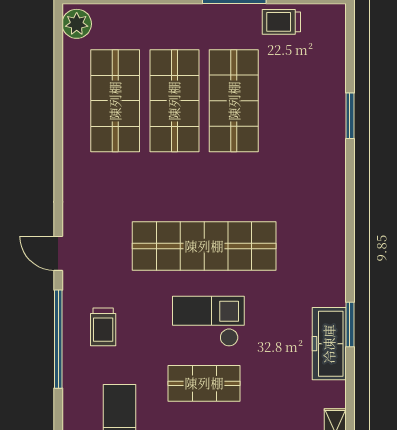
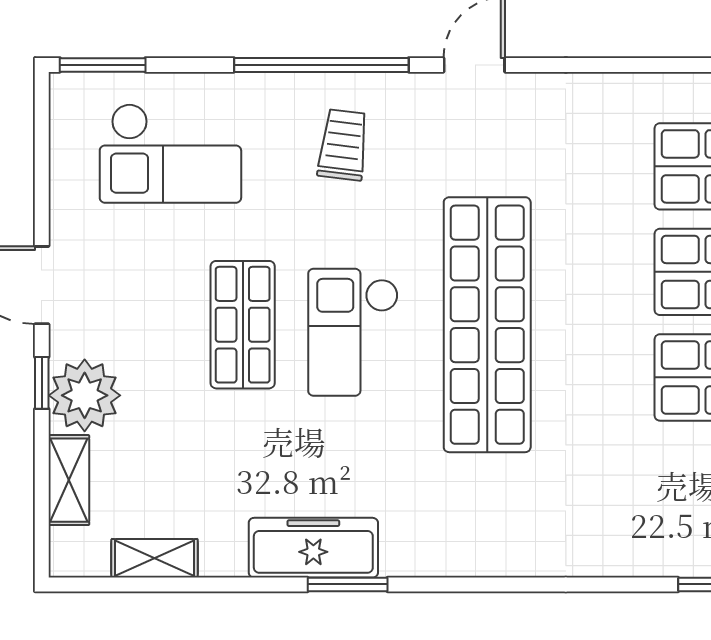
checkout: (208, 321) -> (353, 332), turned 180
trolley: (103, 327) -> (343, 145), turned 97

